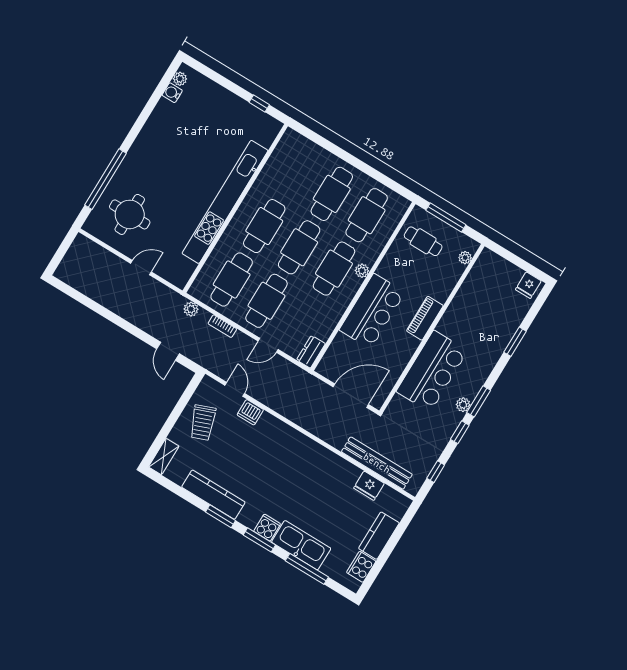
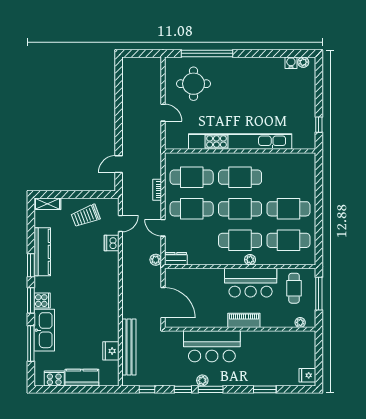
plant: (191, 309) -> (156, 260), moved
bar counter: (372, 311) -> (251, 283), moved

